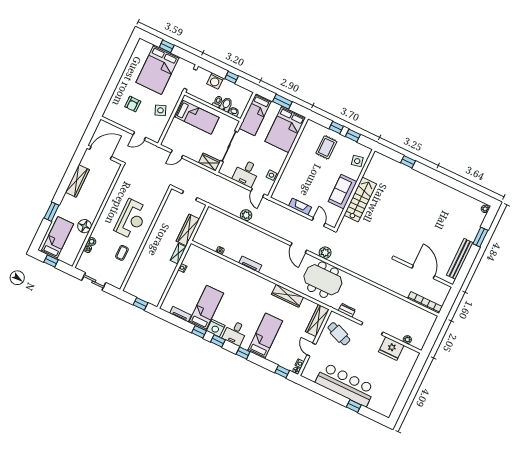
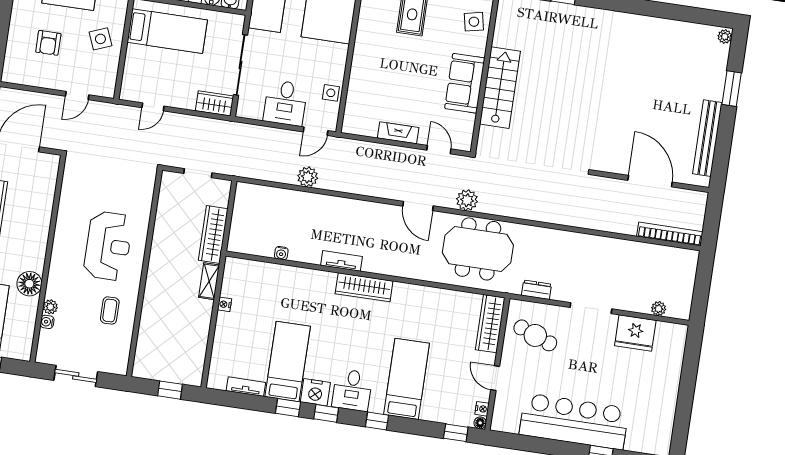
door: (257, 193) -> (316, 131), hinge flipped
wardrobe: (287, 296) -> (364, 287), moved

